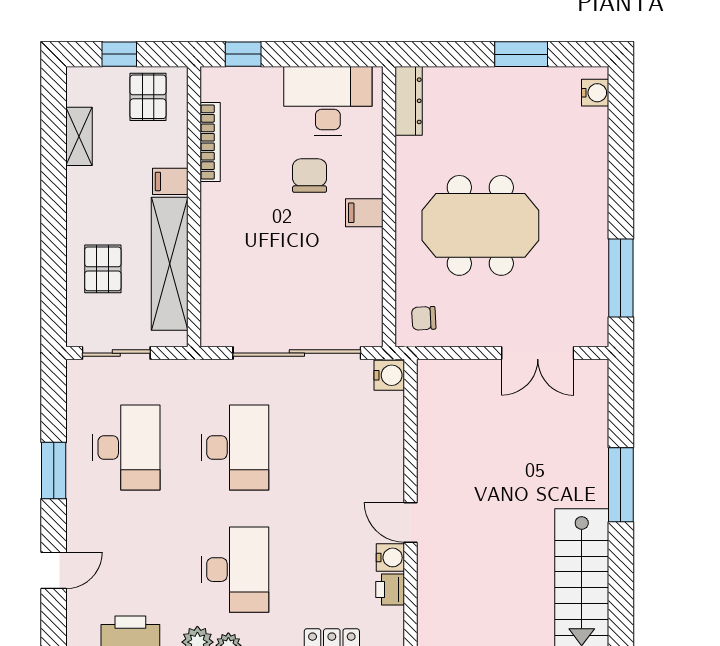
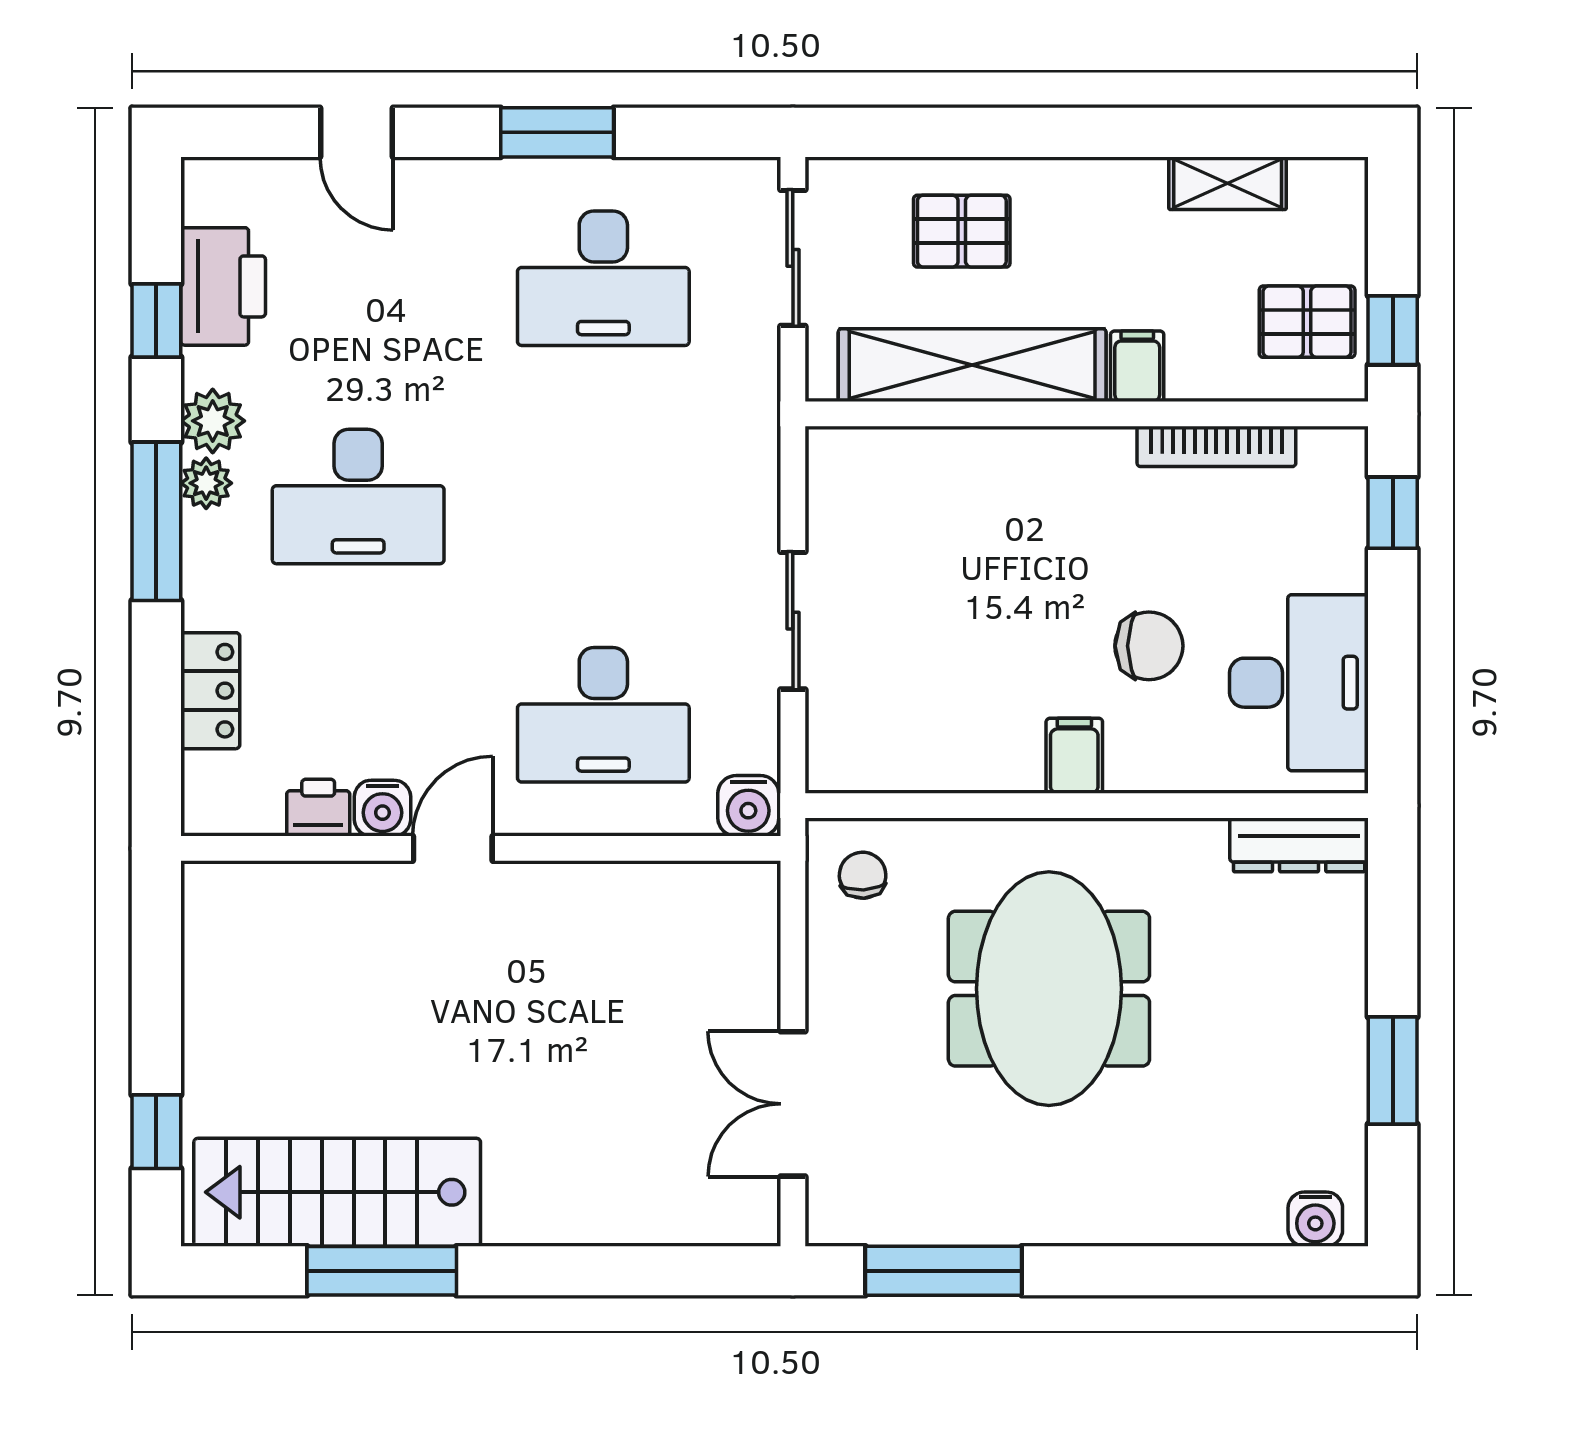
window: (119, 54) -> (1393, 330), moved
sliding door: (297, 353) -> (793, 621), width x0.54
desk: (235, 447) -> (603, 715), moved
window: (621, 485) -> (382, 1271), moved

